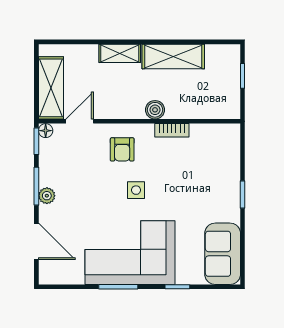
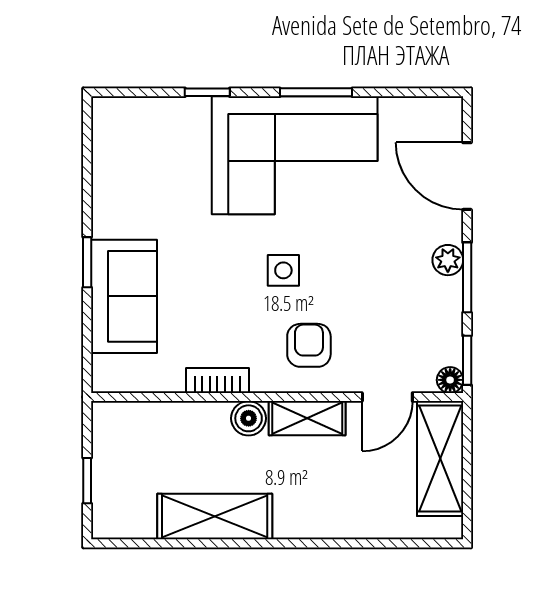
shelving: (120, 53) -> (307, 418), moved
sofa: (223, 254) -> (124, 296), moved

